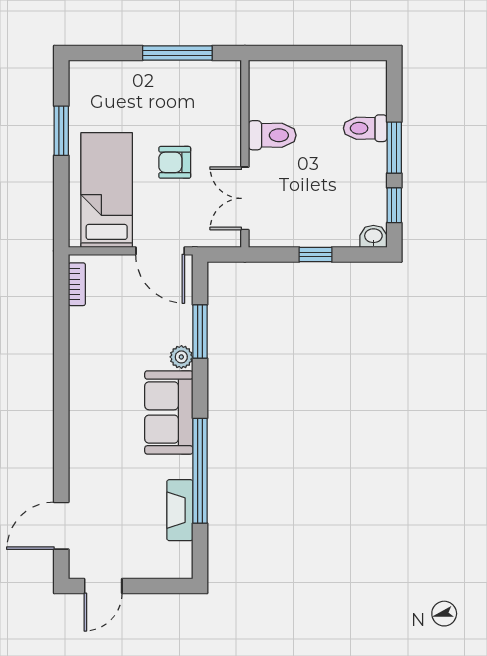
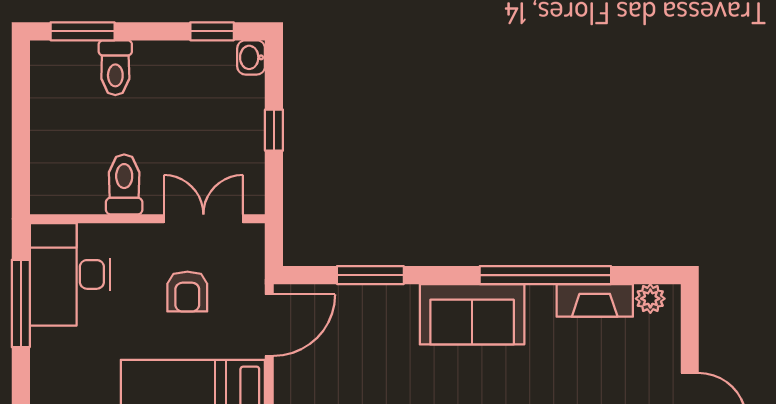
desk: (201, 92) -> (70, 274), added
window: (394, 148) -> (83, 31), moved
armchair: (175, 162) -> (187, 291), moved
double door: (245, 198) -> (203, 219), swing flipped
plant: (181, 357) -> (650, 299), moved

